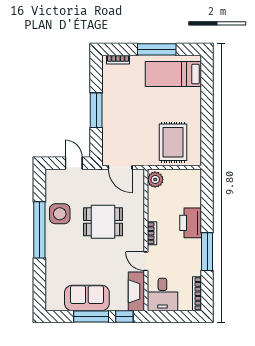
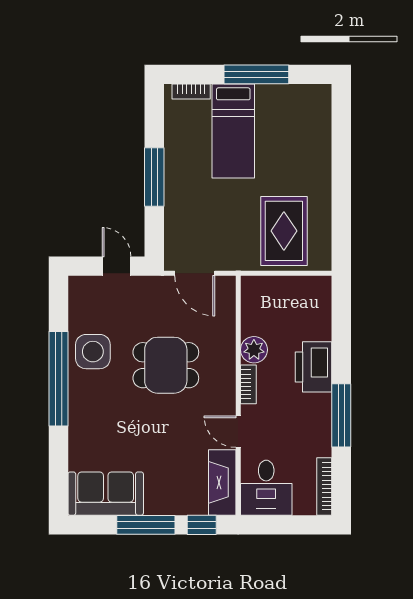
bed: (173, 74) -> (233, 131), moved, turned -90
plant: (155, 180) -> (254, 350), moved
sofa: (87, 298) -> (106, 494), moved

